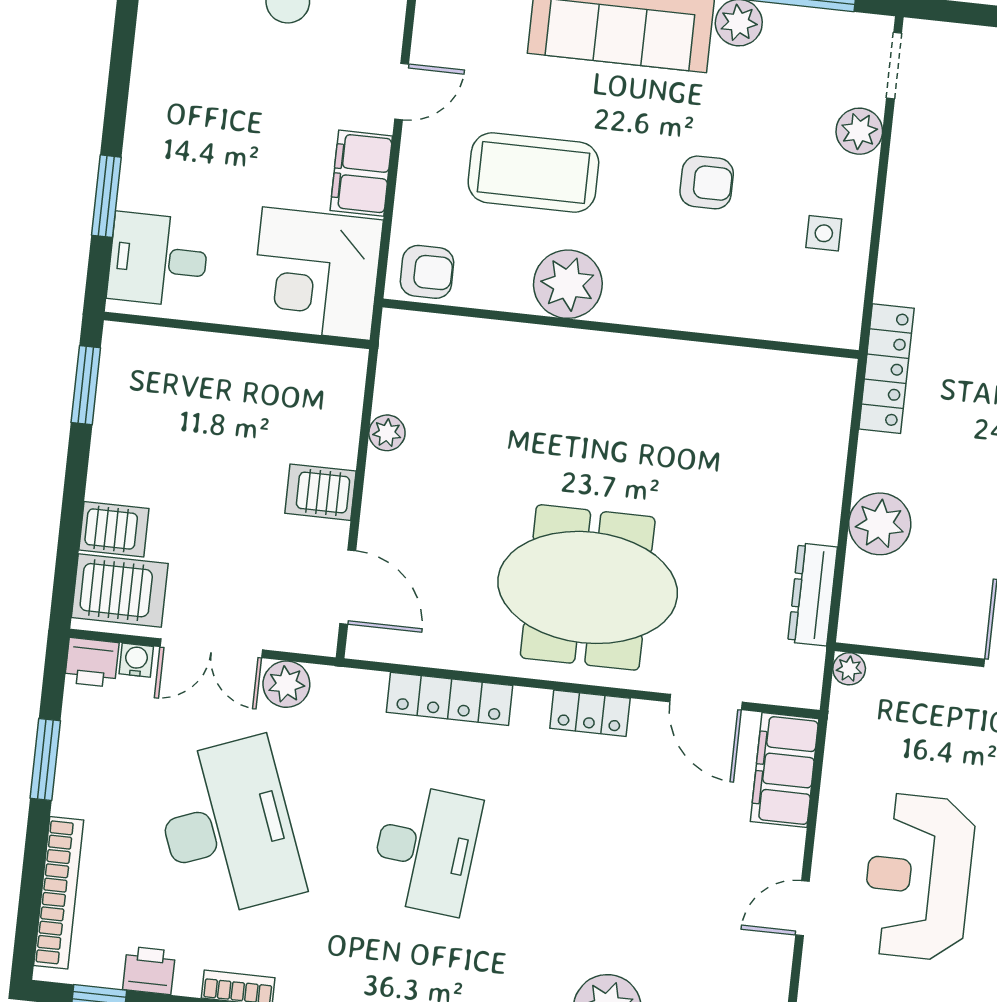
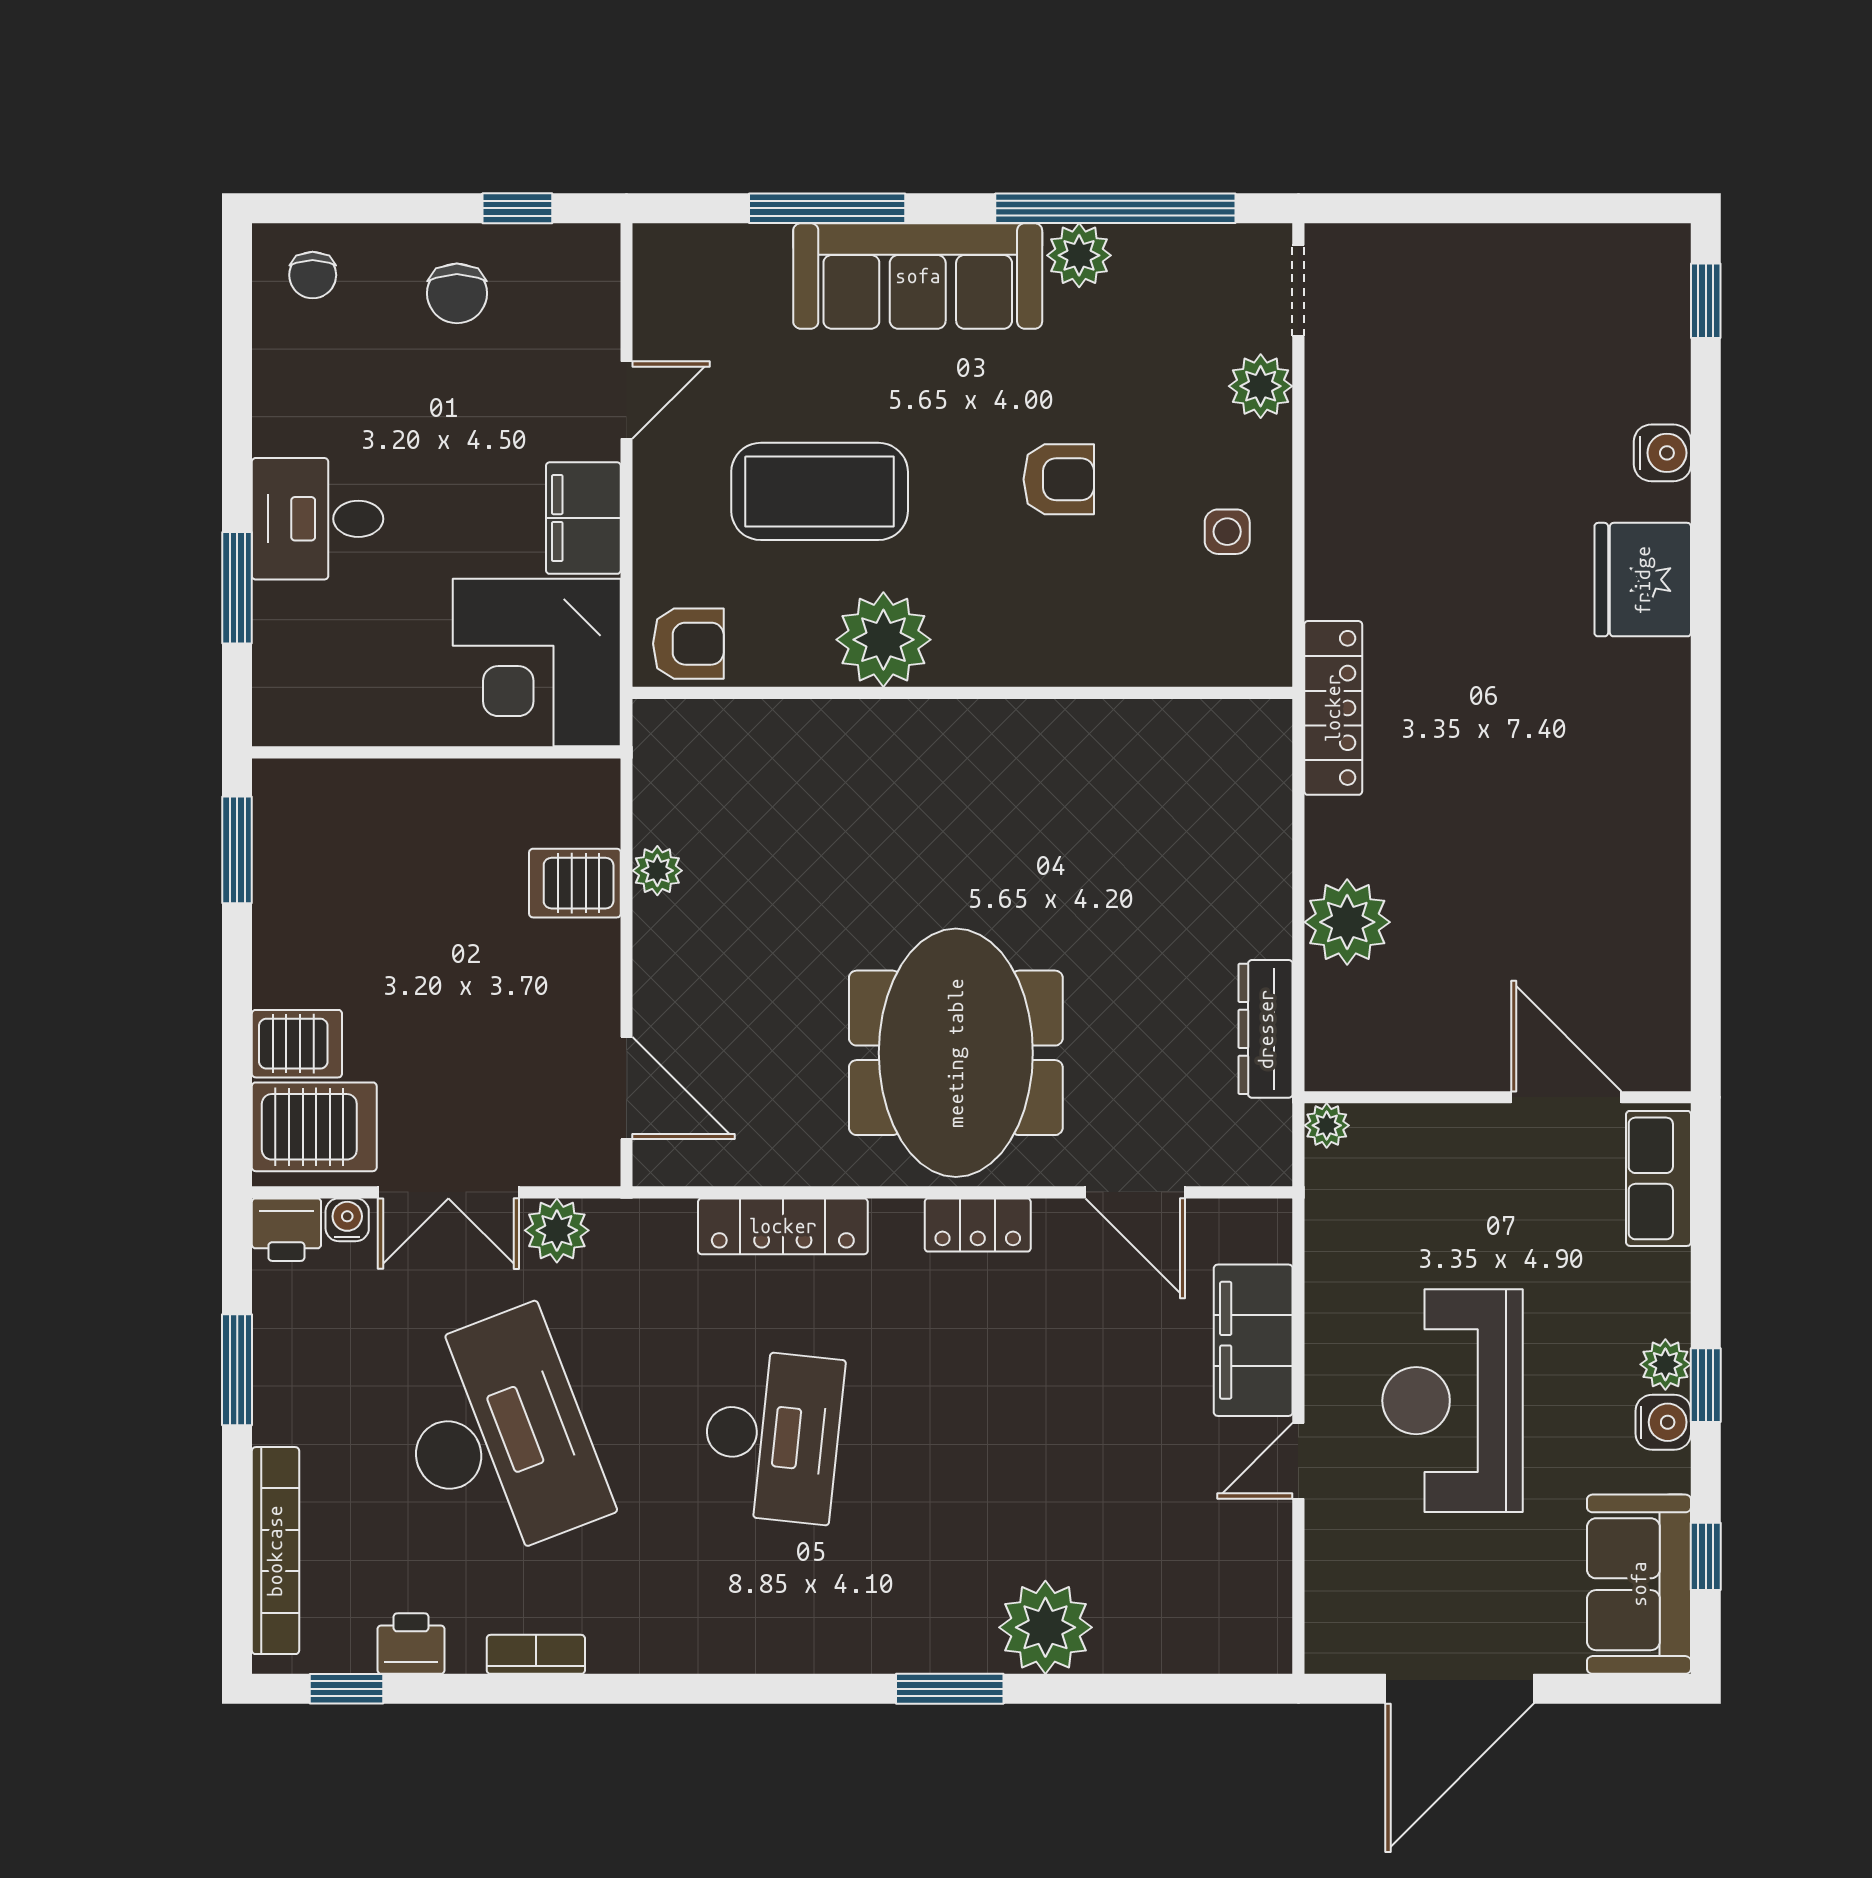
desk: (158, 260) -> (318, 519), moved
server rack: (320, 492) -> (575, 883), moved
meeting table: (588, 587) -> (956, 1053), turned 90
filing cabinet: (785, 770) -> (1253, 1340), moved

